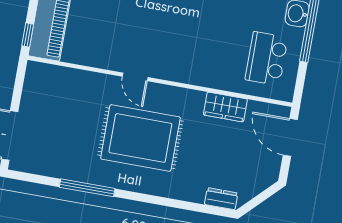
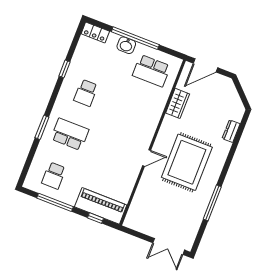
window: (28, 35) -> (95, 218), moved
dresser: (221, 199) -> (231, 131), moved

